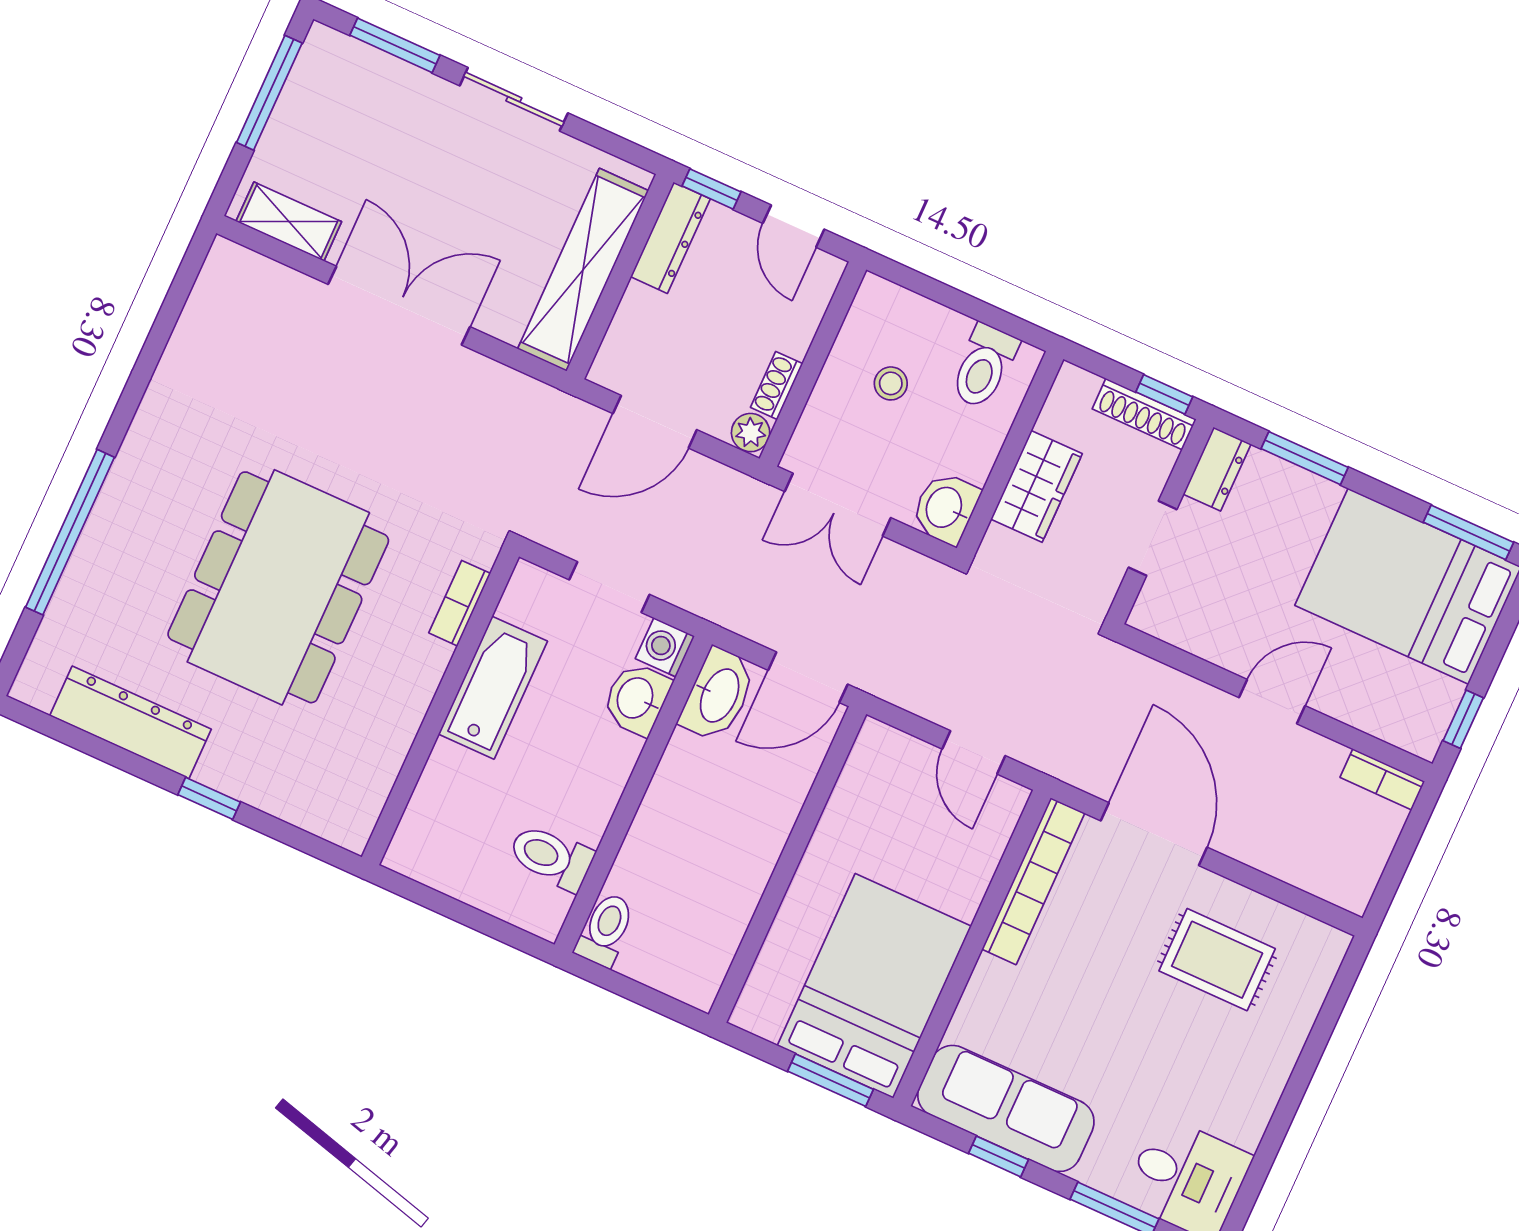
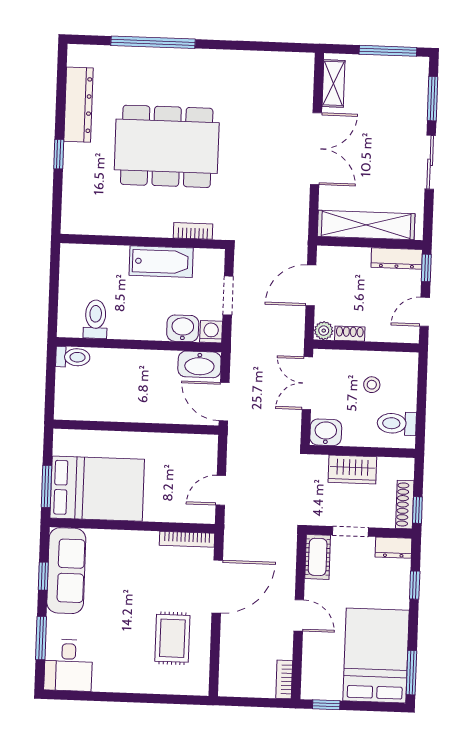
door: (655, 422) -> (311, 285), hinge flipped
window: (1305, 458) -> (415, 585), width x0.67
cot: (1176, 620) -> (318, 557), added
bookcase: (1033, 881) -> (187, 539), width x0.68, depth x0.76

